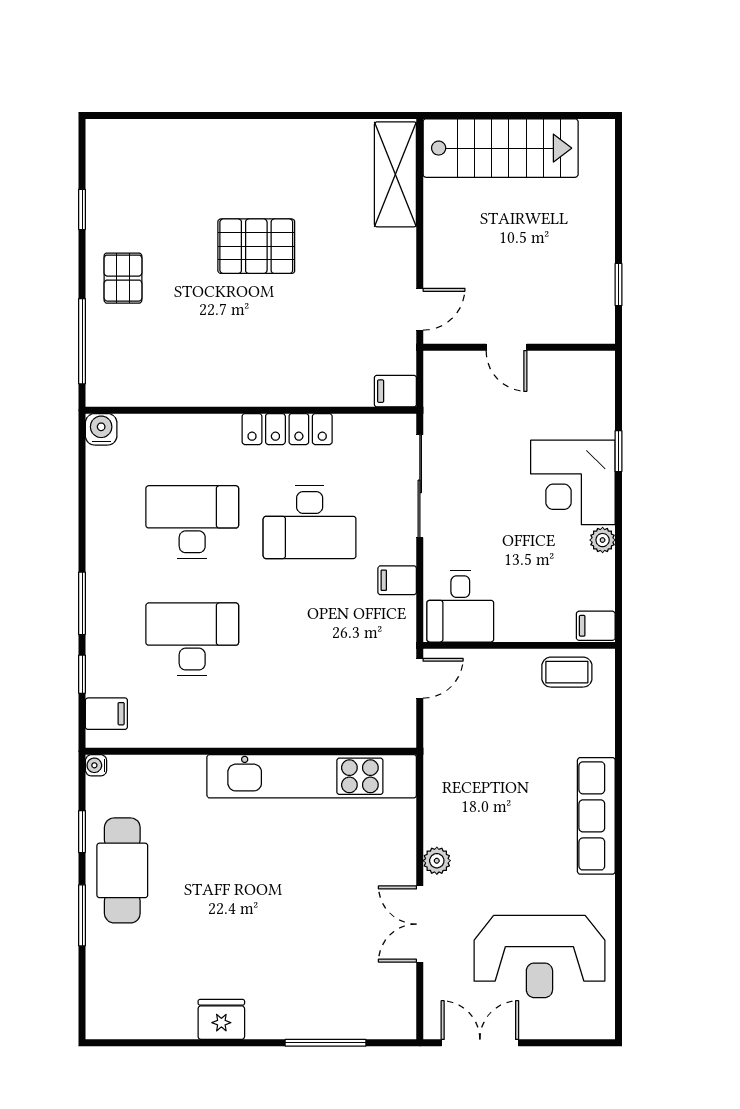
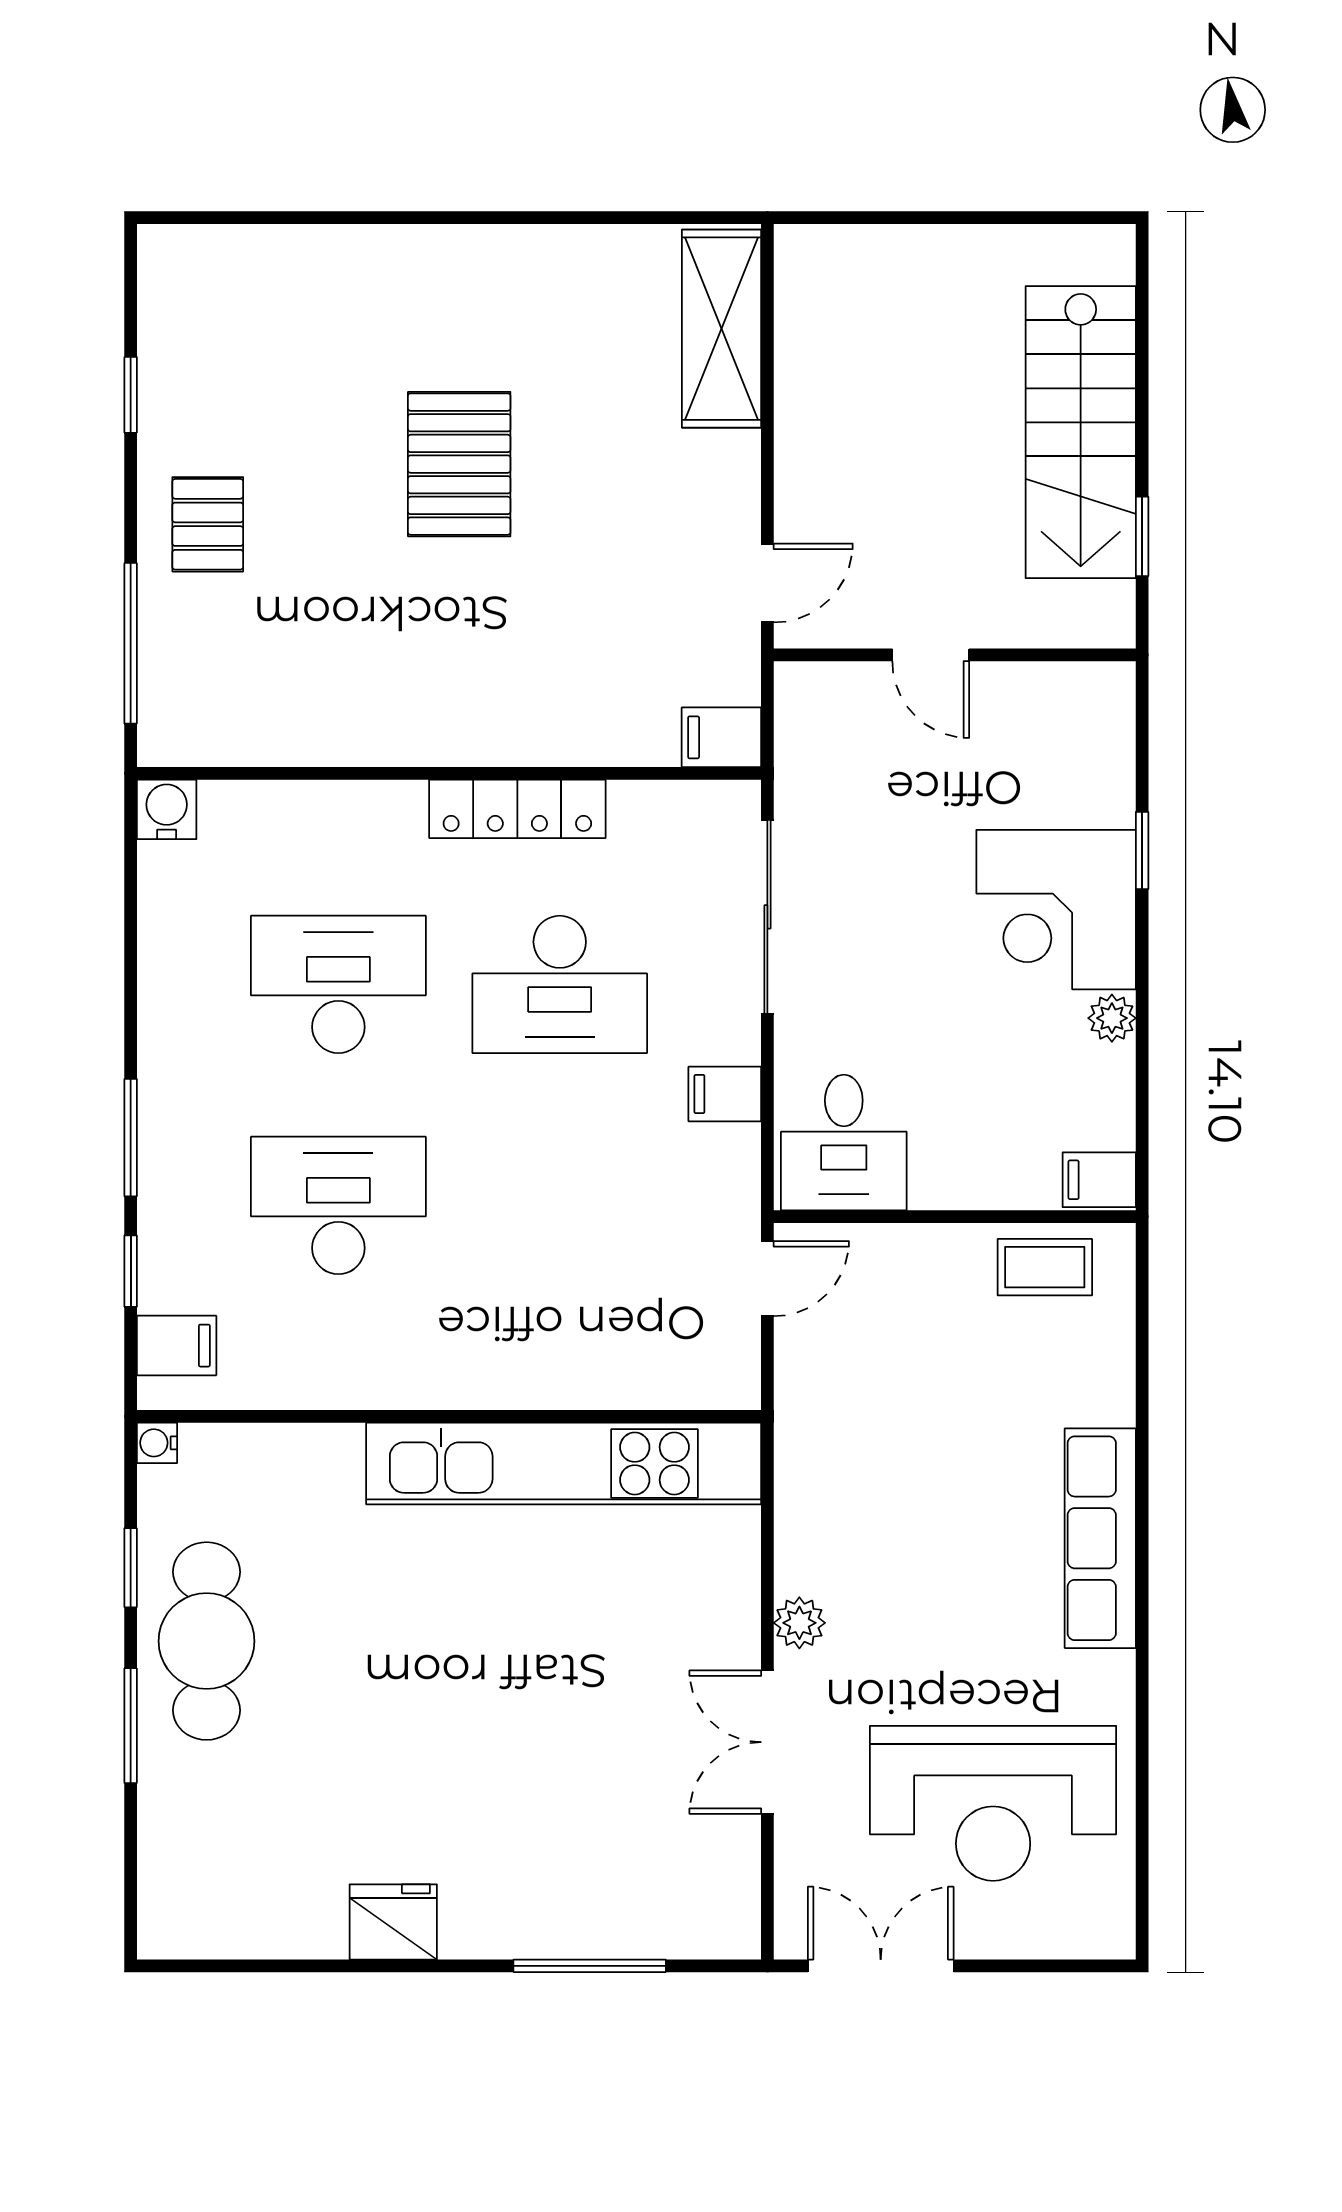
stairs: (501, 148) -> (1081, 432), moved, turned 90
pallet: (256, 246) -> (459, 464), turned 90

